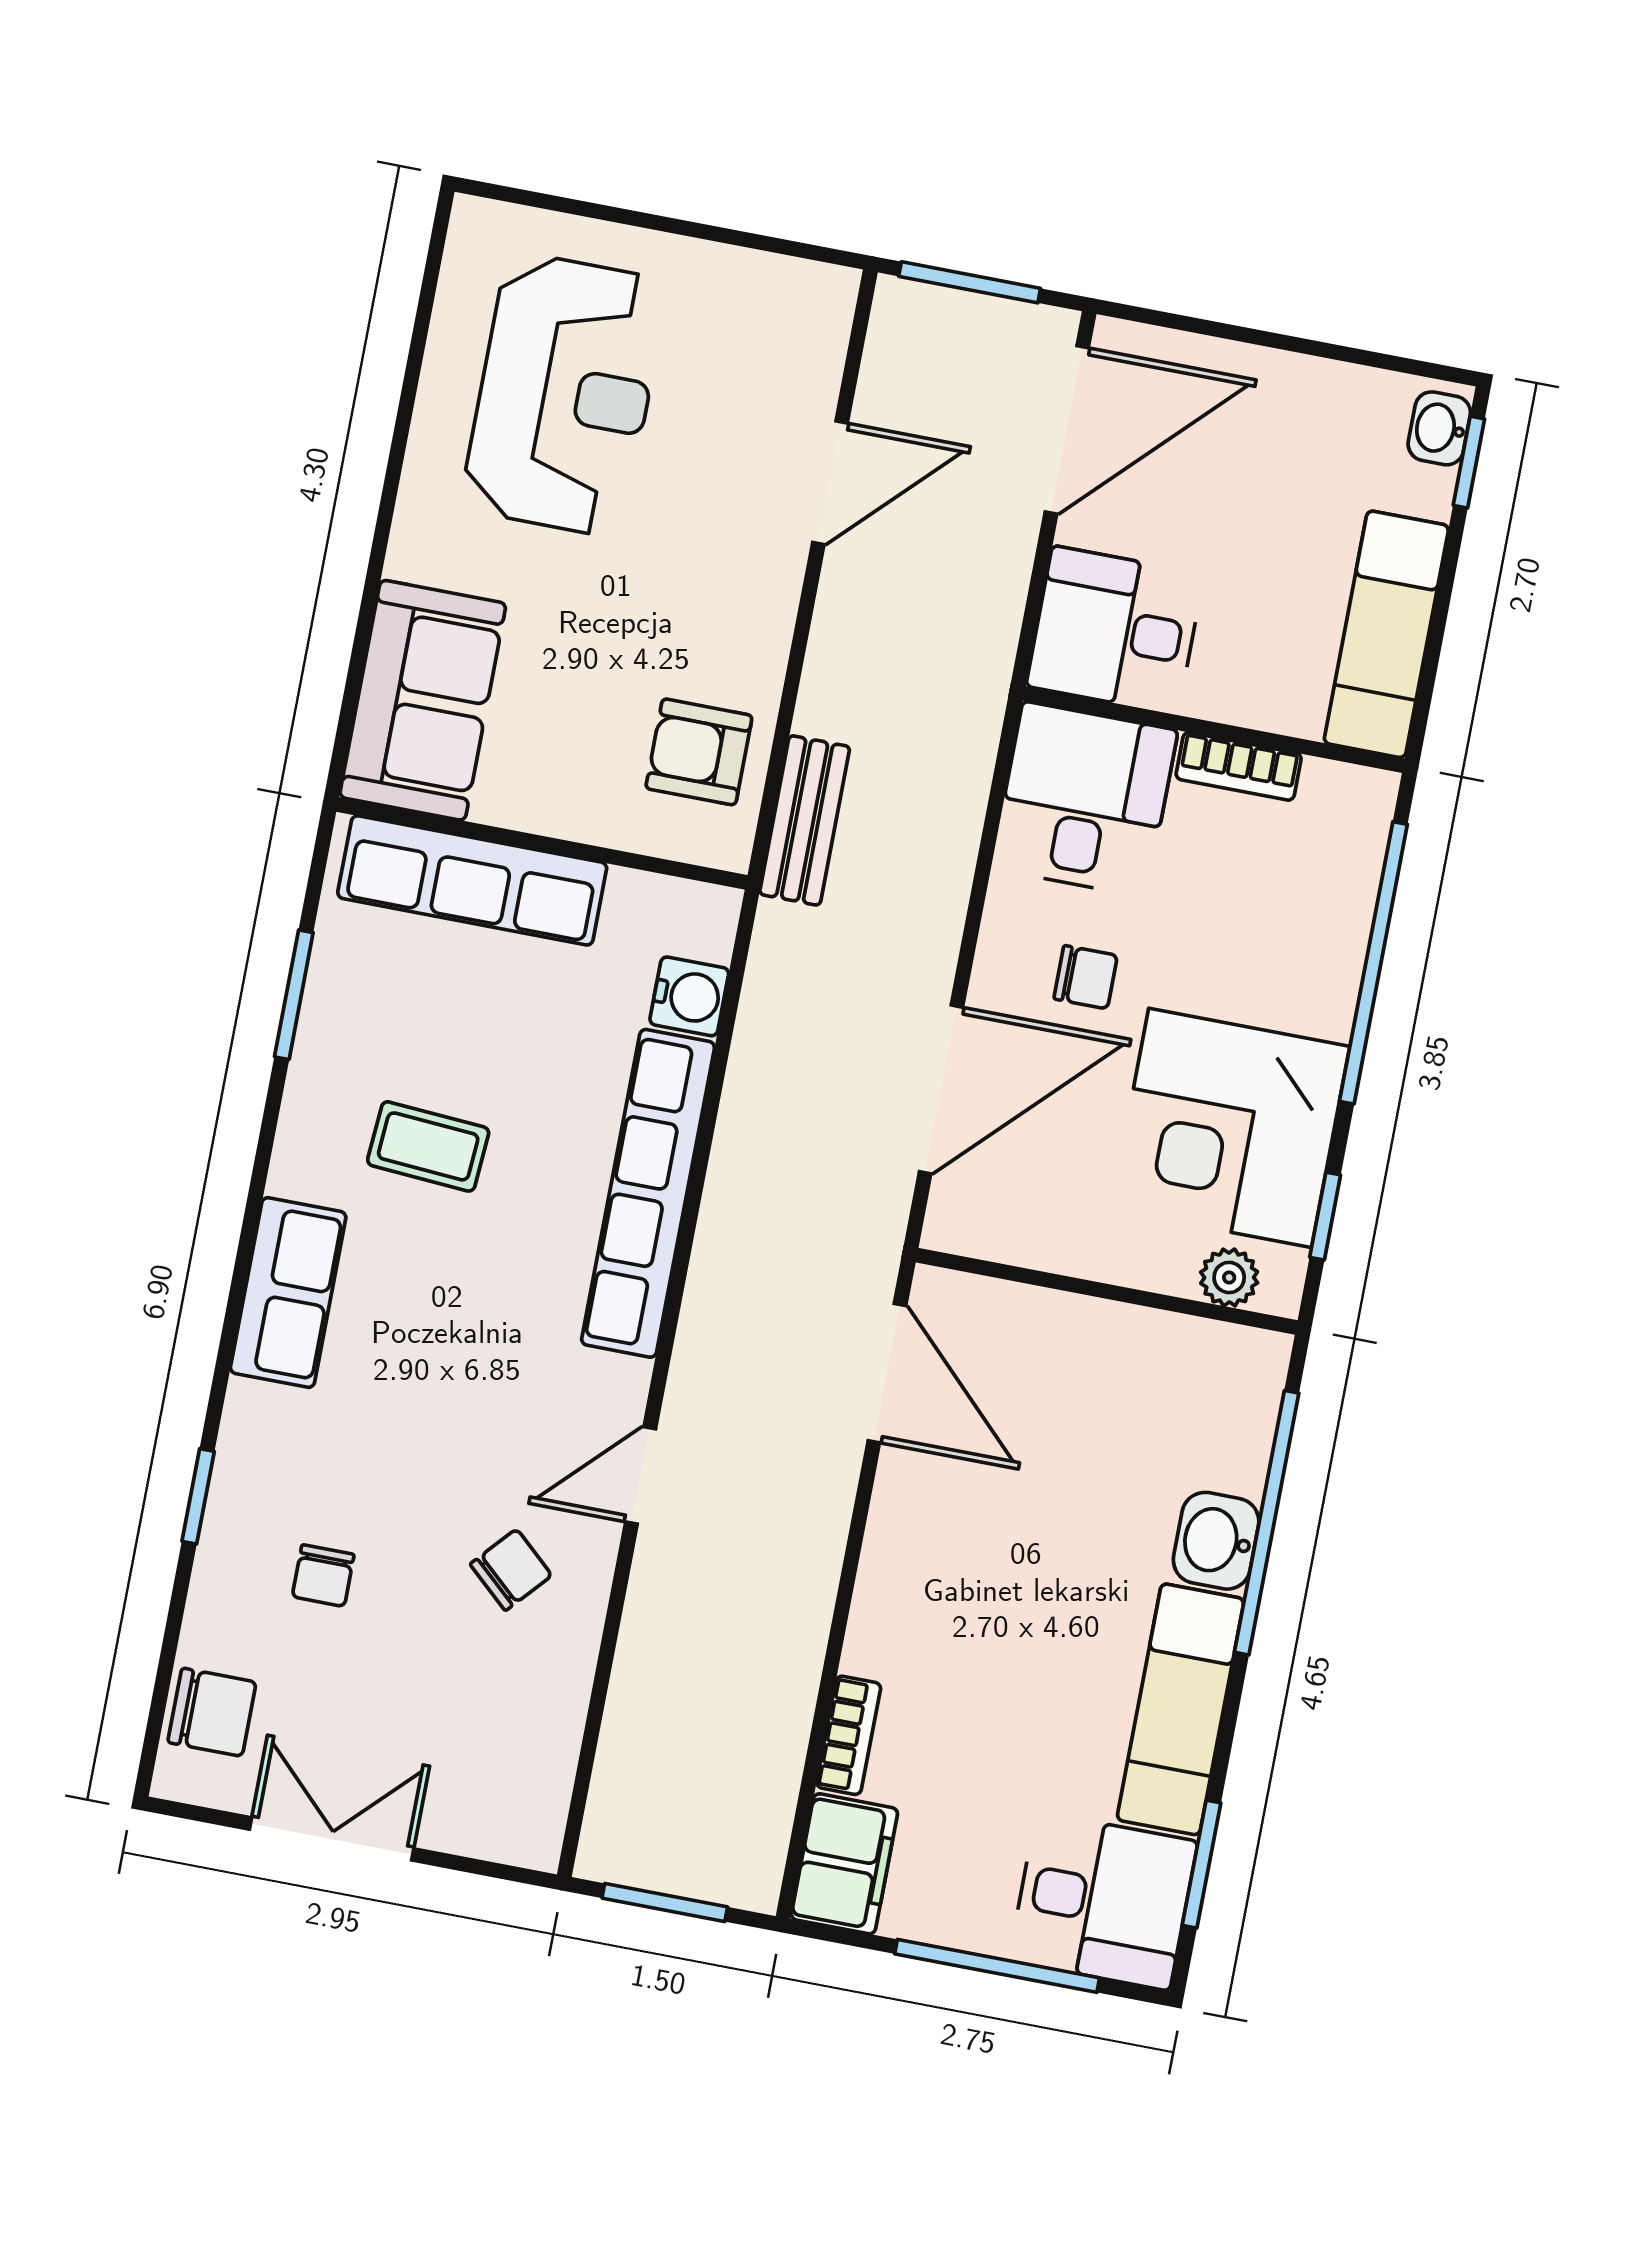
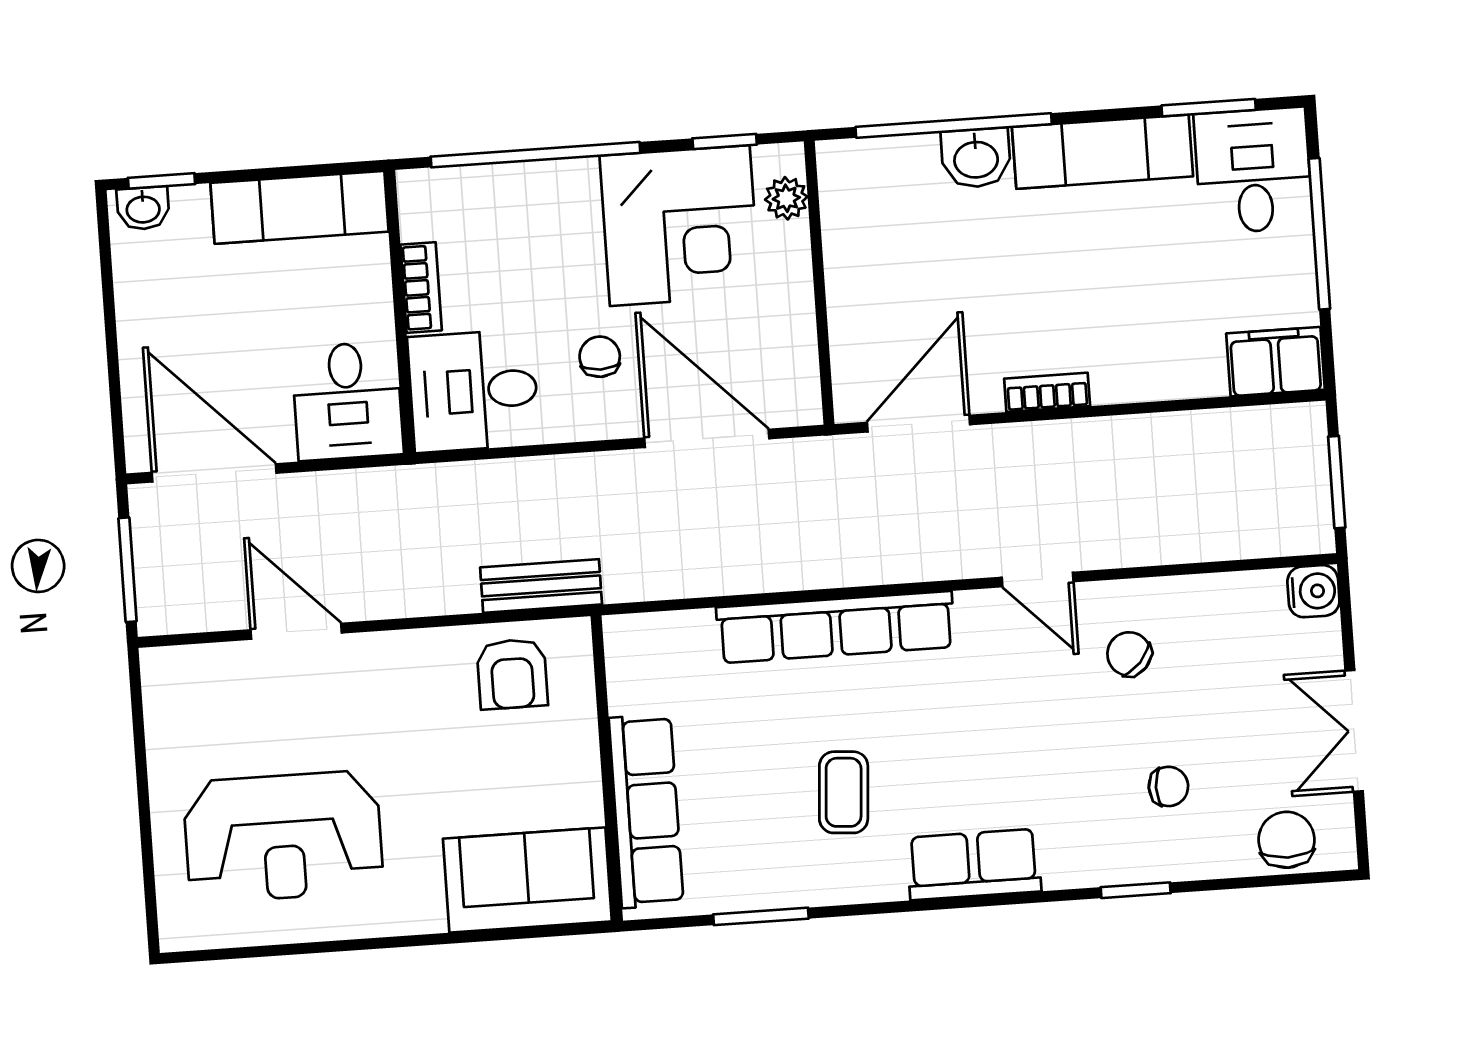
reception desk: (564, 394) -> (283, 837), turned 180
water cooler: (689, 996) -> (1313, 591), moved, turned 90
bookcase: (849, 1735) -> (1047, 392), moved

